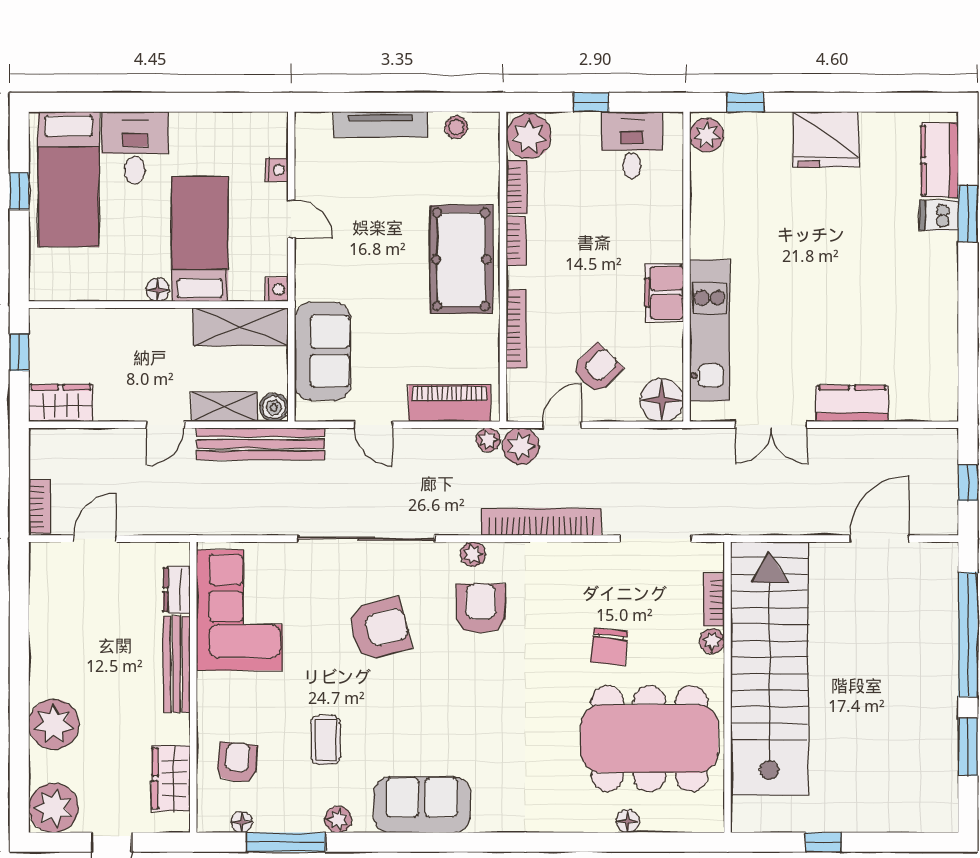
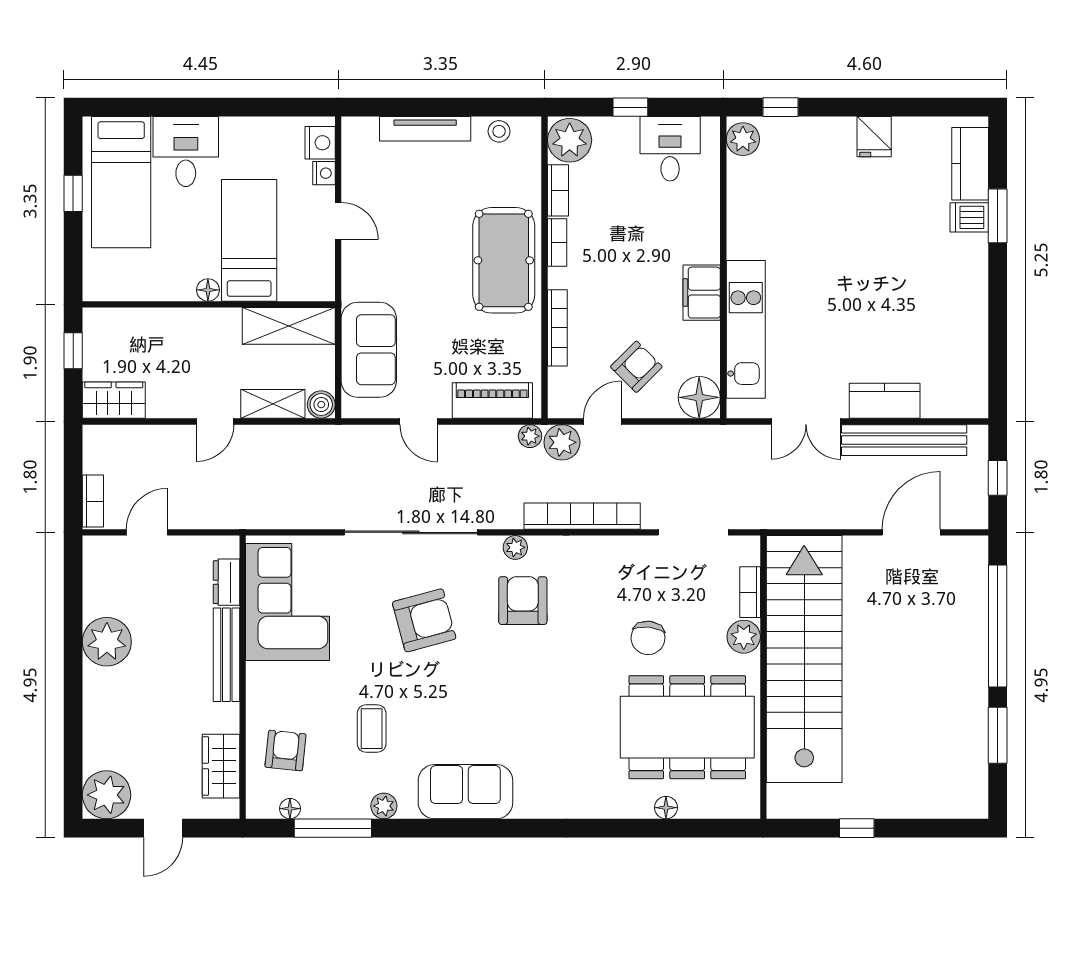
fridge: (826, 140) -> (874, 137), width x0.53, depth x0.75
nightstand: (277, 289) -> (320, 143), moved, width x1.39, depth x1.35
bench: (261, 444) -> (904, 440), moved
plant: (712, 641) -> (744, 637), width x1.38, depth x1.38
plant: (54, 724) -> (107, 642), moved

